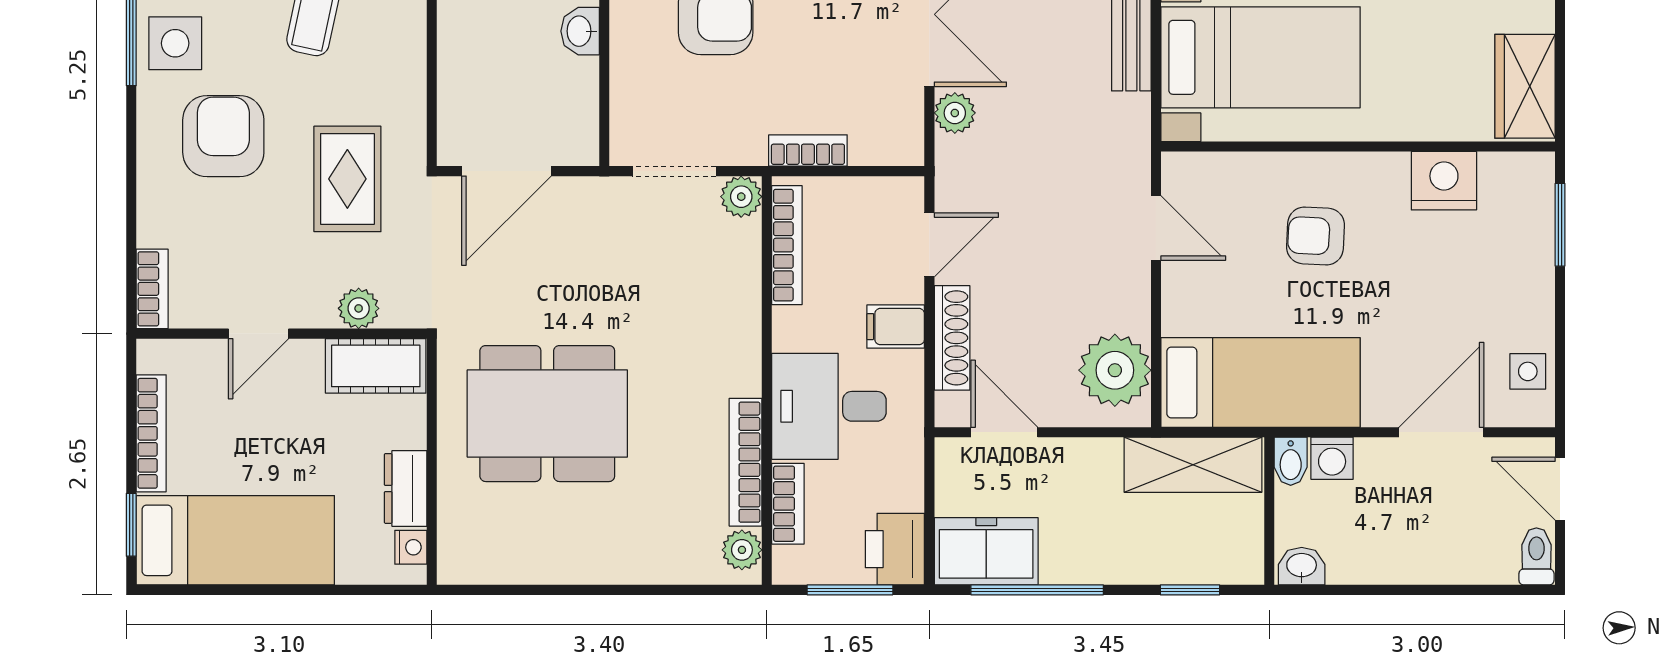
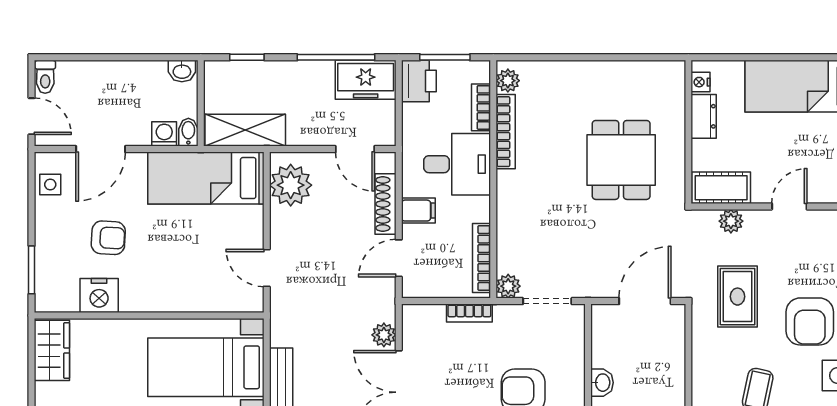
armchair: (1316, 236) -> (108, 238), moved
dining table: (547, 414) -> (621, 160), width x0.73

